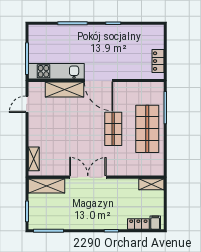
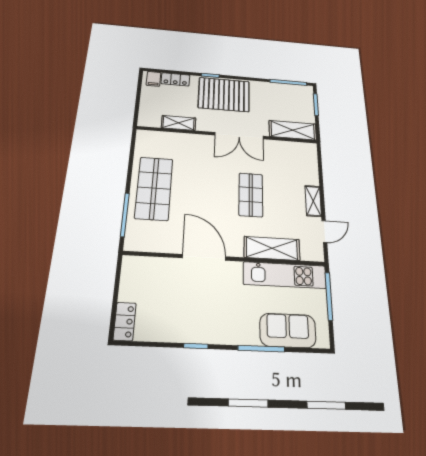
sofa: (55, 35) -> (288, 330), added
locker: (158, 61) -> (125, 321), moved
door: (99, 81) -> (204, 257), moved
shop shelf: (113, 129) -> (251, 195), moved
shelving: (34, 159) -> (313, 201), moved
shelving: (151, 184) -> (179, 123), moved
pallet: (100, 214) -> (224, 95), added

